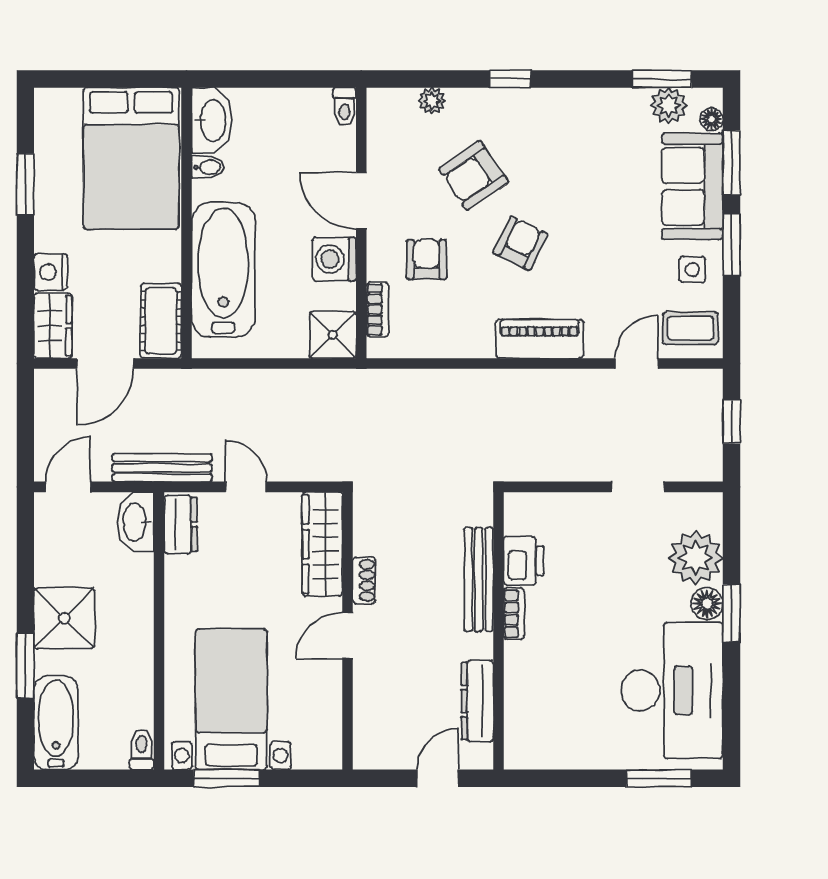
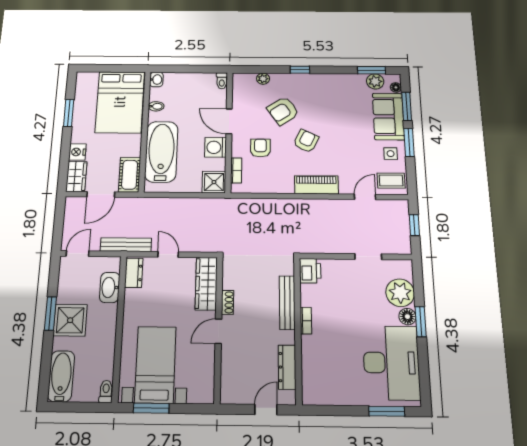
washbasin: (212, 121) -> (156, 80), width x0.52, depth x0.69
washbasin: (136, 522) -> (110, 287), moved
printer: (524, 561) -> (310, 271), moved
window: (25, 666) -> (50, 314), moved

